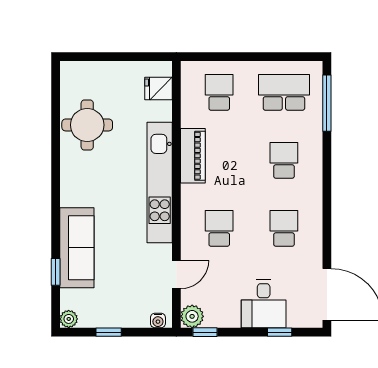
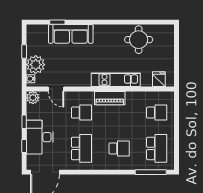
piano: (193, 156) -> (110, 98), moved
kitchen unit: (160, 182) -> (116, 80), width x0.73
school desk: (284, 228) -> (81, 148), width x1.85
desk: (264, 304) -> (40, 137), width x1.37
plant: (69, 319) -> (36, 65), moved, width x1.88, depth x1.88
window: (205, 332) -> (24, 122), moved

